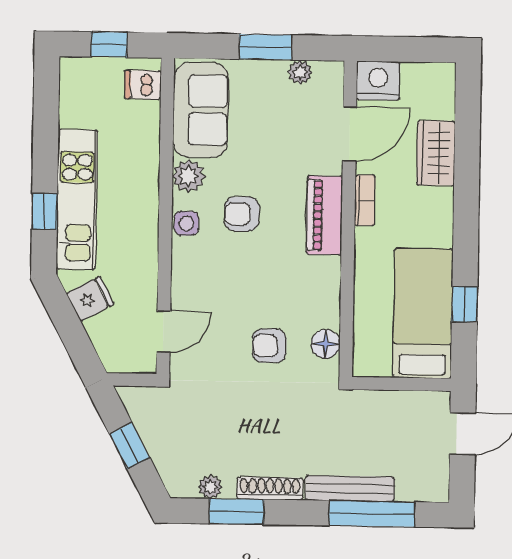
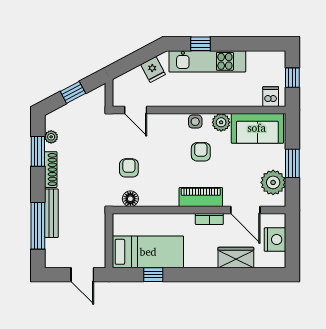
plant: (300, 72) -> (273, 182), width x1.87, depth x1.87
nightstand: (378, 81) -> (275, 240), moved

